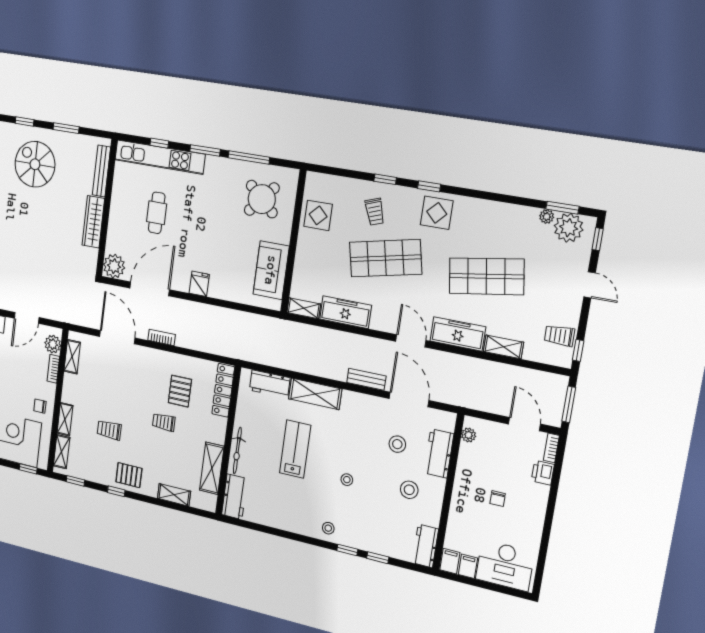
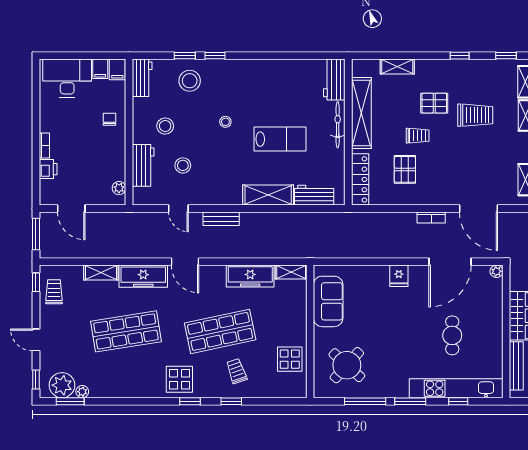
plant: (114, 266) -> (496, 271), width x0.53, depth x0.53
trolley: (559, 336) -> (54, 292), turned -89
door: (409, 399) -> (178, 208), width x0.53
trolley: (109, 430) -> (475, 115), width x1.36, depth x1.39
bookcase: (551, 448) -> (44, 146), moved
lab bench: (295, 449) -> (280, 139), turned -90
shelving: (212, 468) -> (361, 113), width x1.47
pallet: (129, 475) -> (434, 103), moved
chair: (498, 499) -> (109, 119), moved
stool: (328, 528) -> (190, 81), moved, width x1.89, depth x1.89

